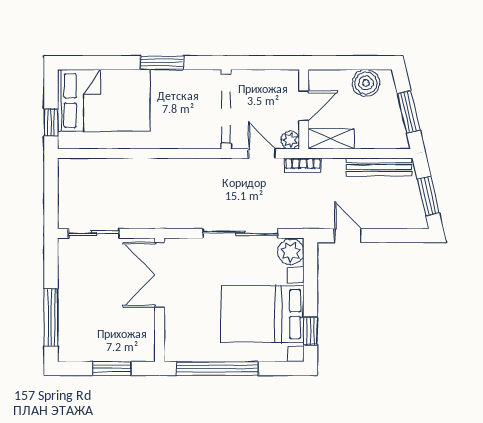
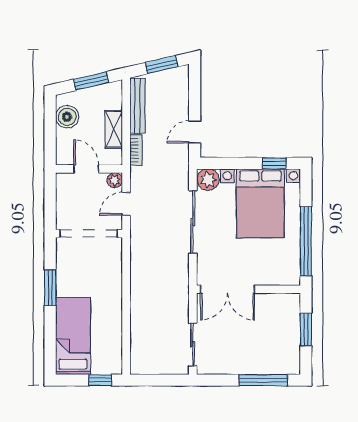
bed: (104, 100) -> (73, 336), width x0.67
shelving: (331, 139) -> (114, 129), moved
bookcase: (303, 165) -> (136, 150), moved

